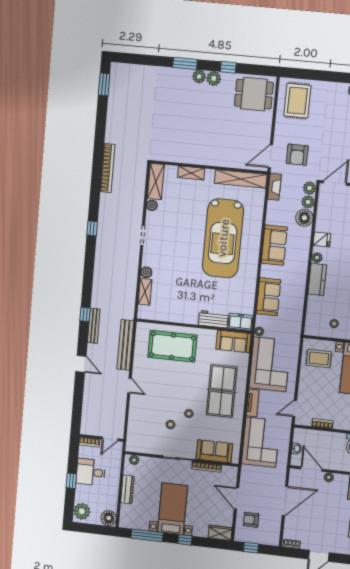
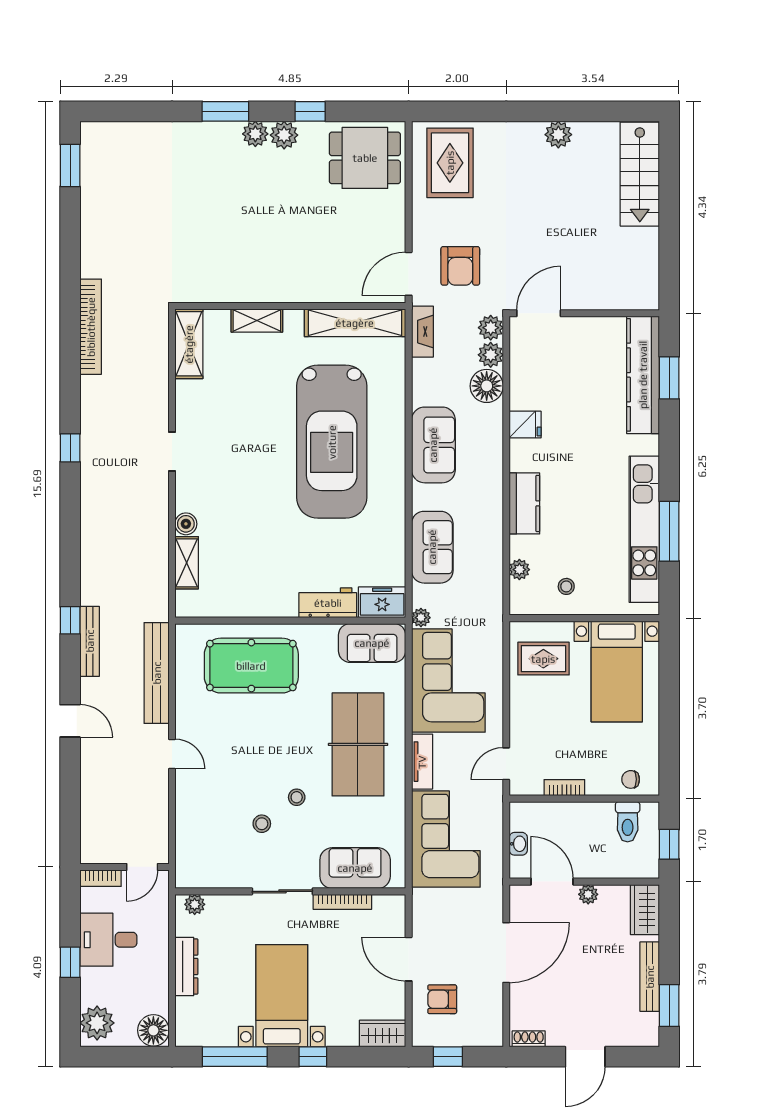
boiler: (152, 205) -> (185, 391), removed
plant: (317, 258) -> (519, 570), moved

